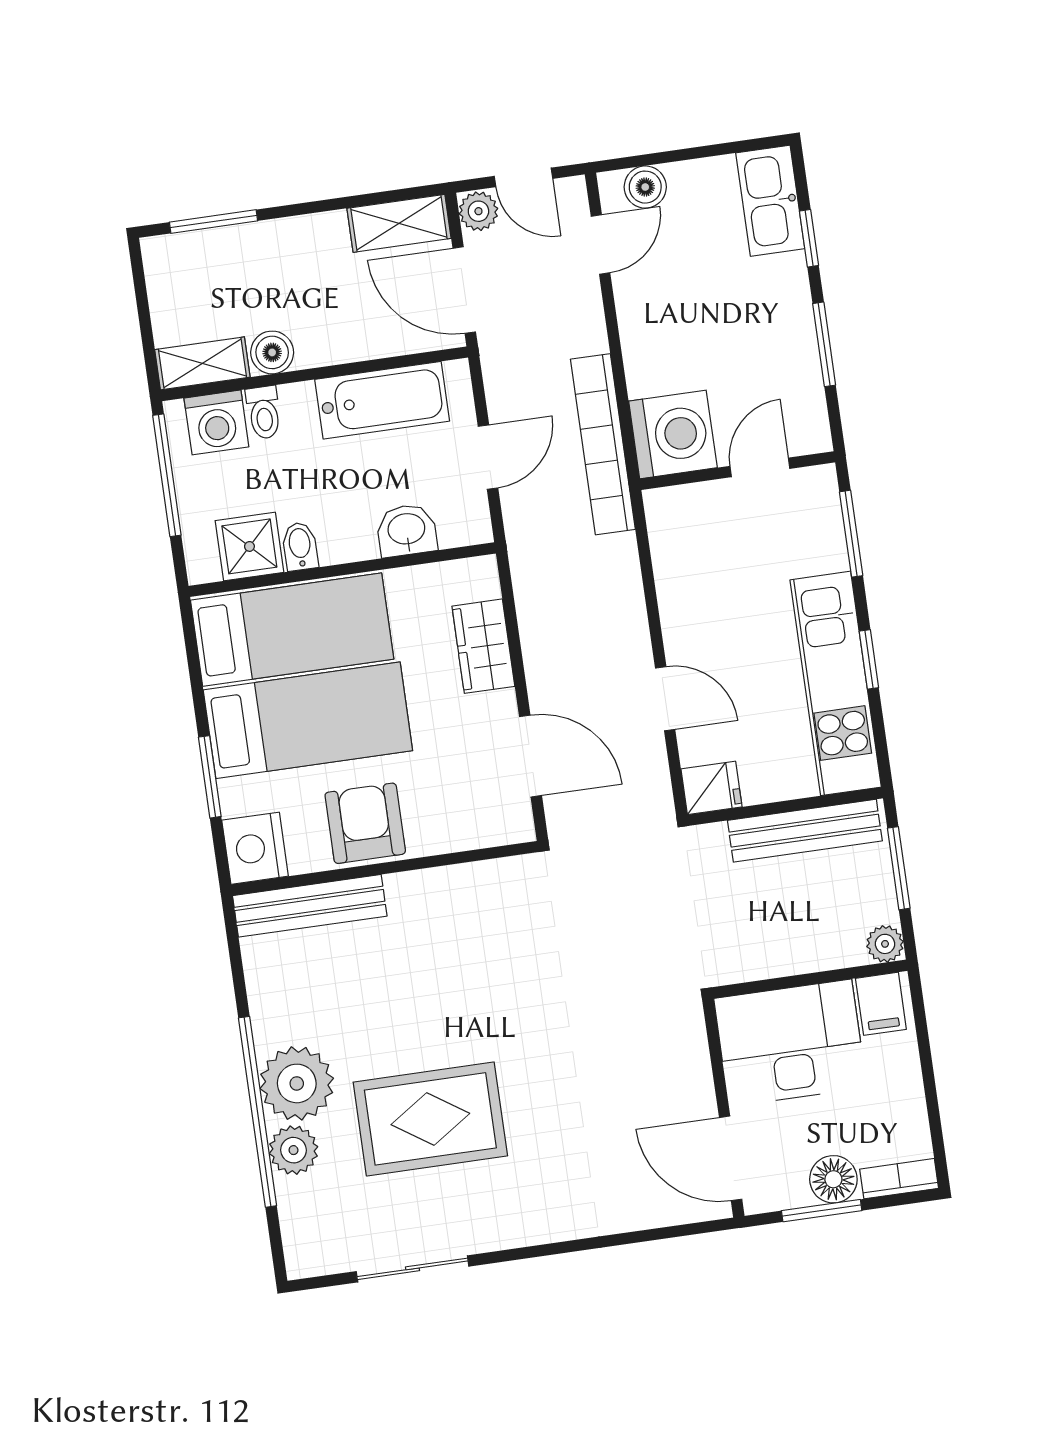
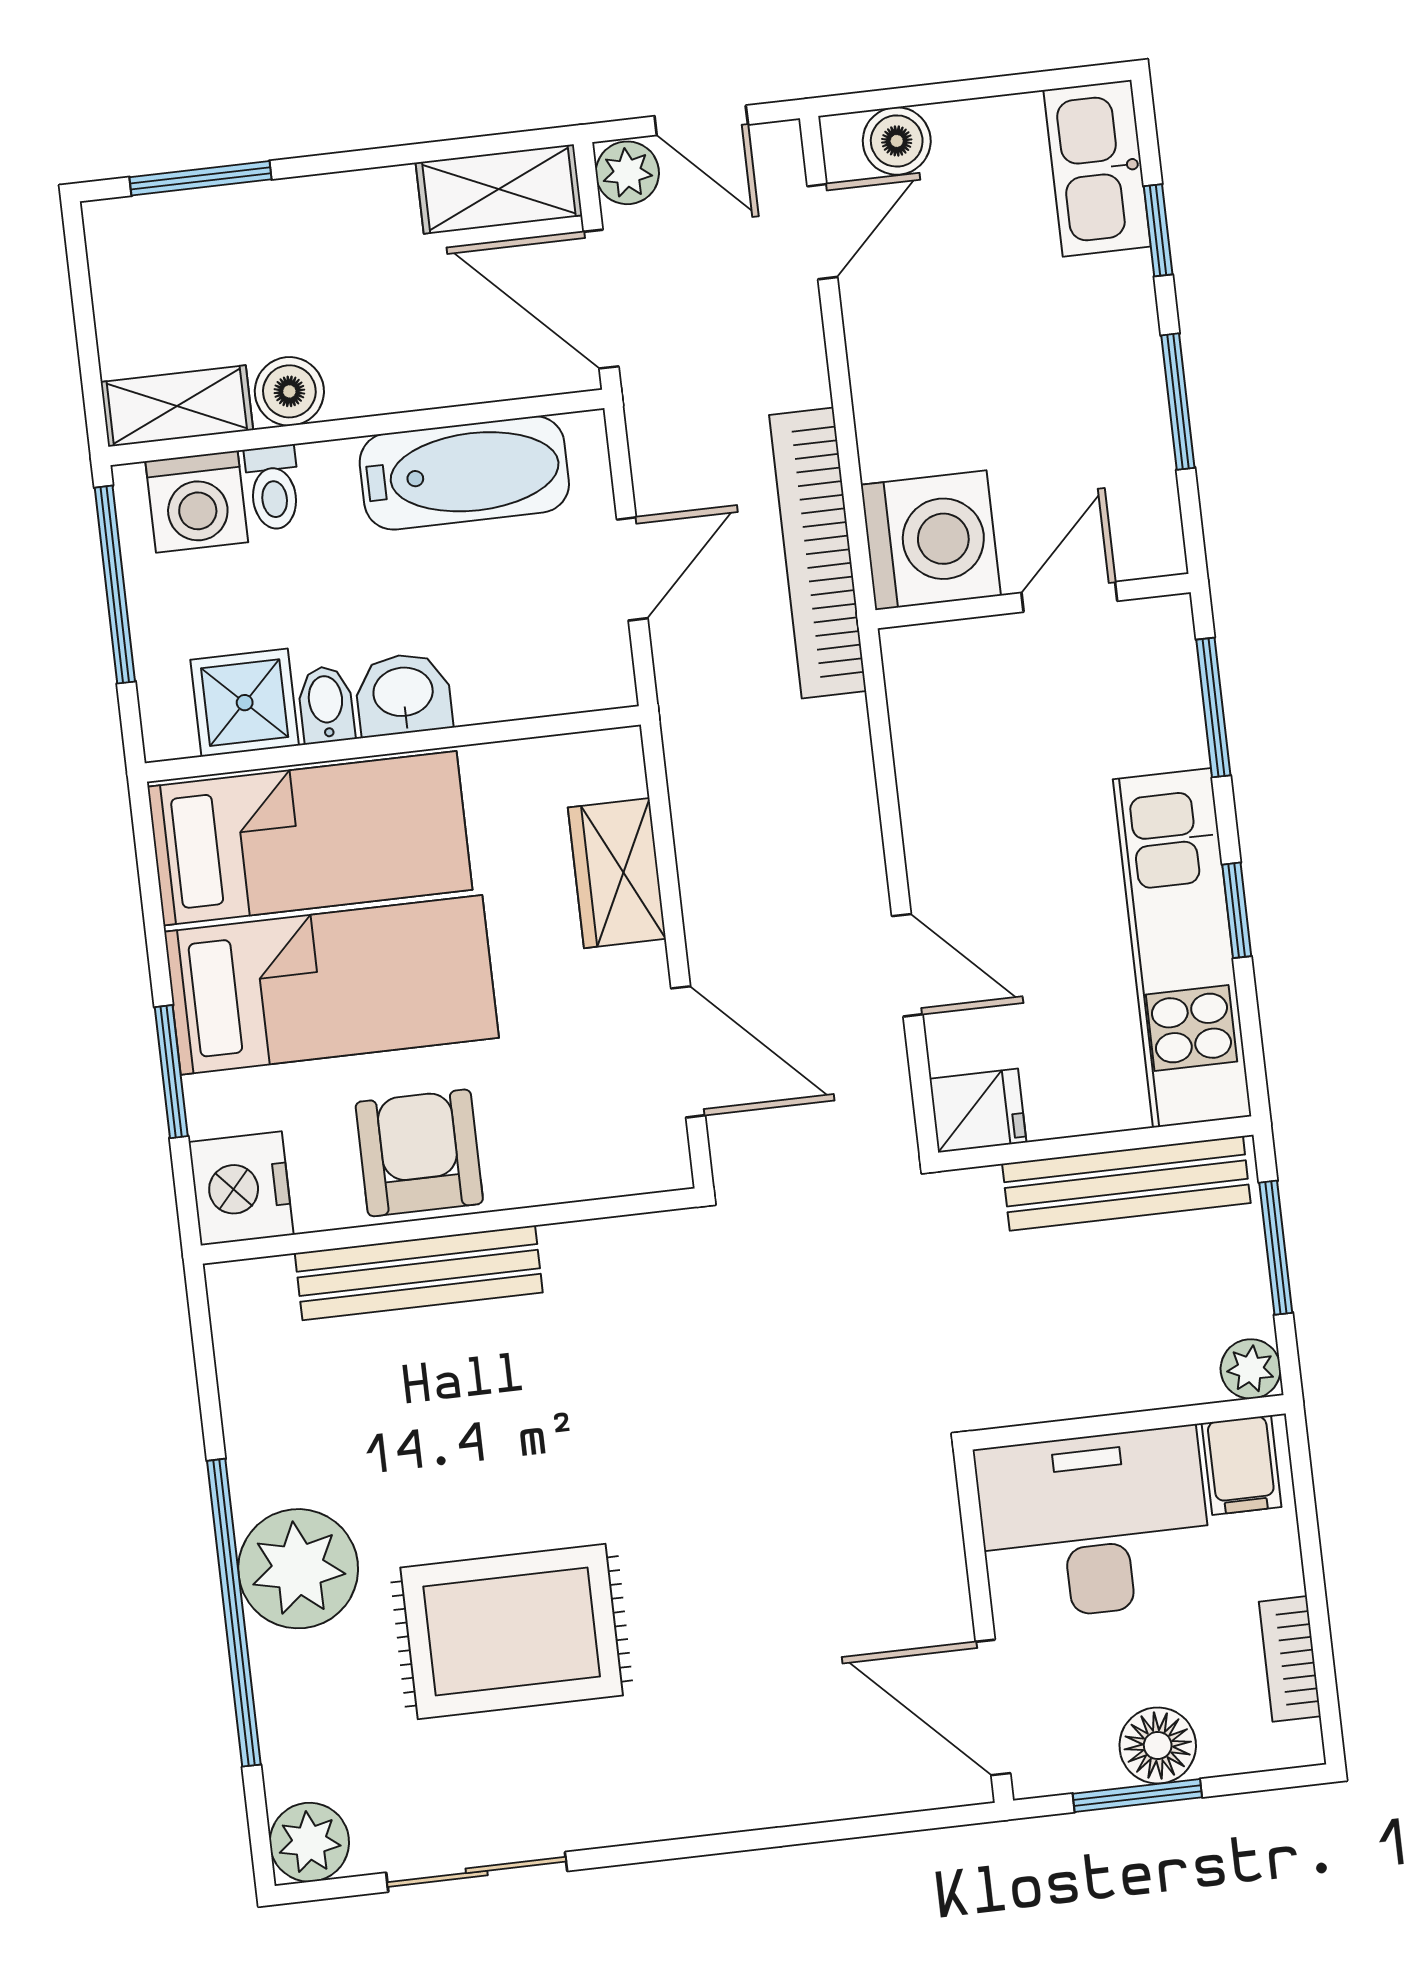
washbasin: (407, 530) -> (403, 694), moved
bench: (310, 906) -> (419, 1273), moved
plant: (294, 1150) -> (309, 1842), moved
bookcase: (899, 1179) -> (1290, 1659), moved, turned -90

